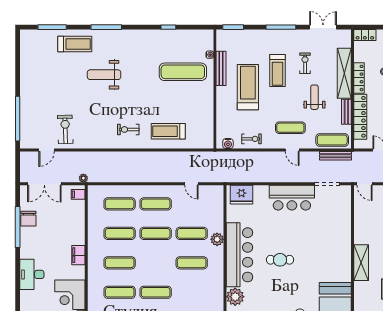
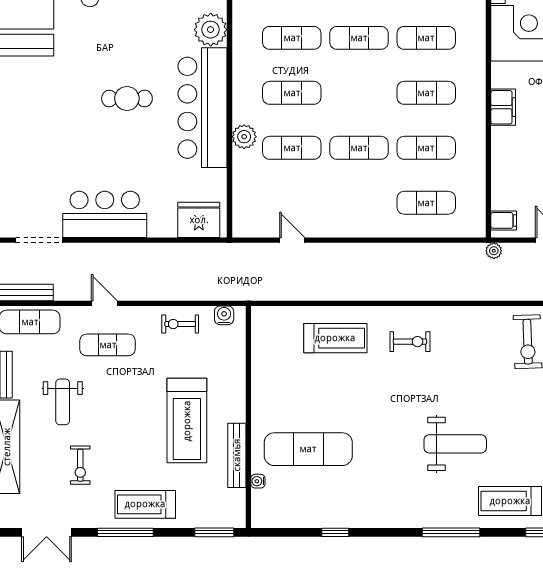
treadmill: (278, 71) -> (145, 504), moved, turned -90
exercise mat: (156, 204) -> (292, 38), moved

